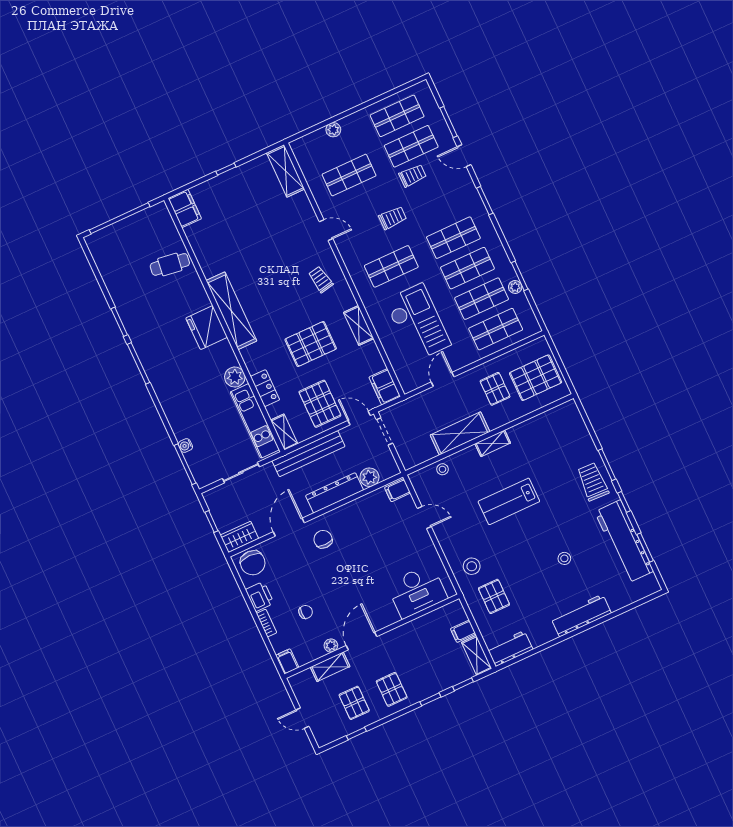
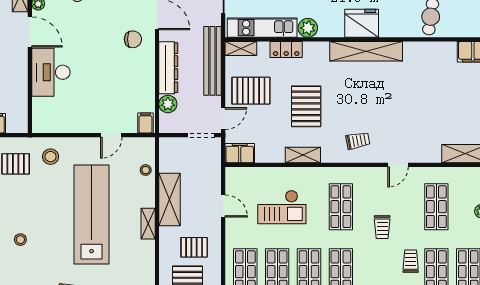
trolley: (413, 176) -> (411, 261), turned 180
checkout: (418, 323) -> (282, 207), width x0.73, depth x0.83
lab bench: (509, 501) -> (92, 214), width x1.86, depth x1.39
desk: (417, 591) -> (51, 72), moved

